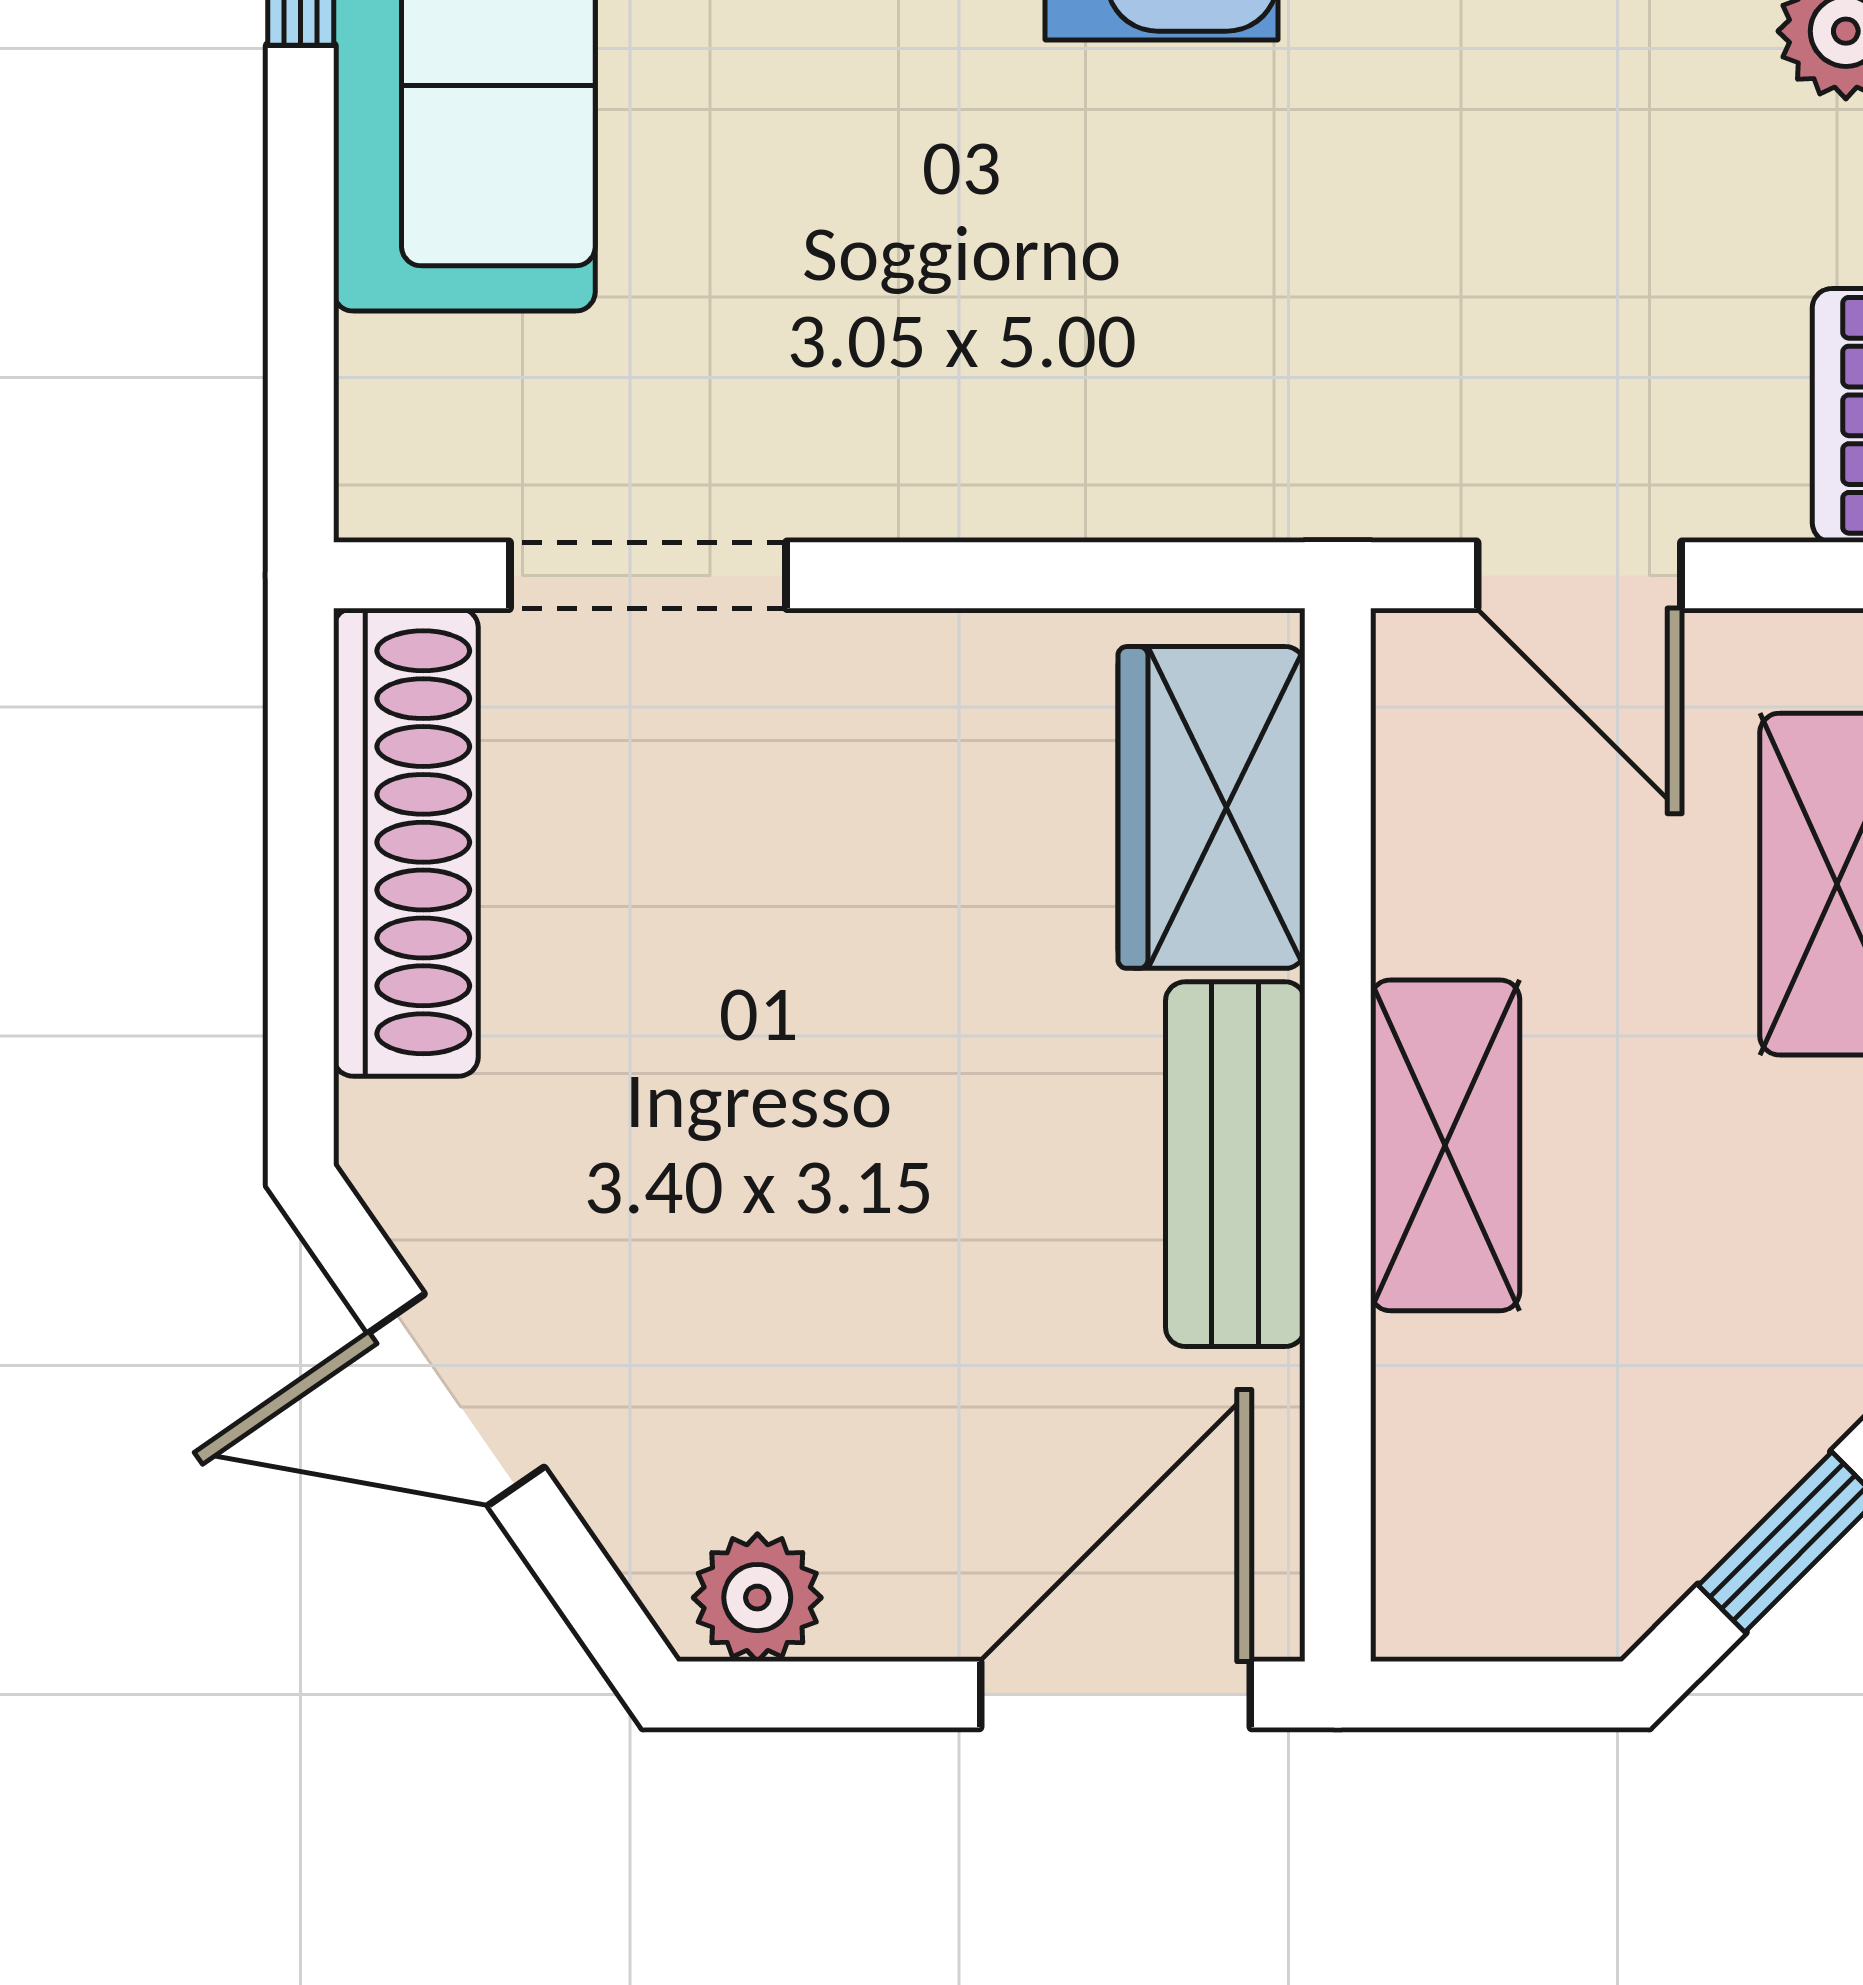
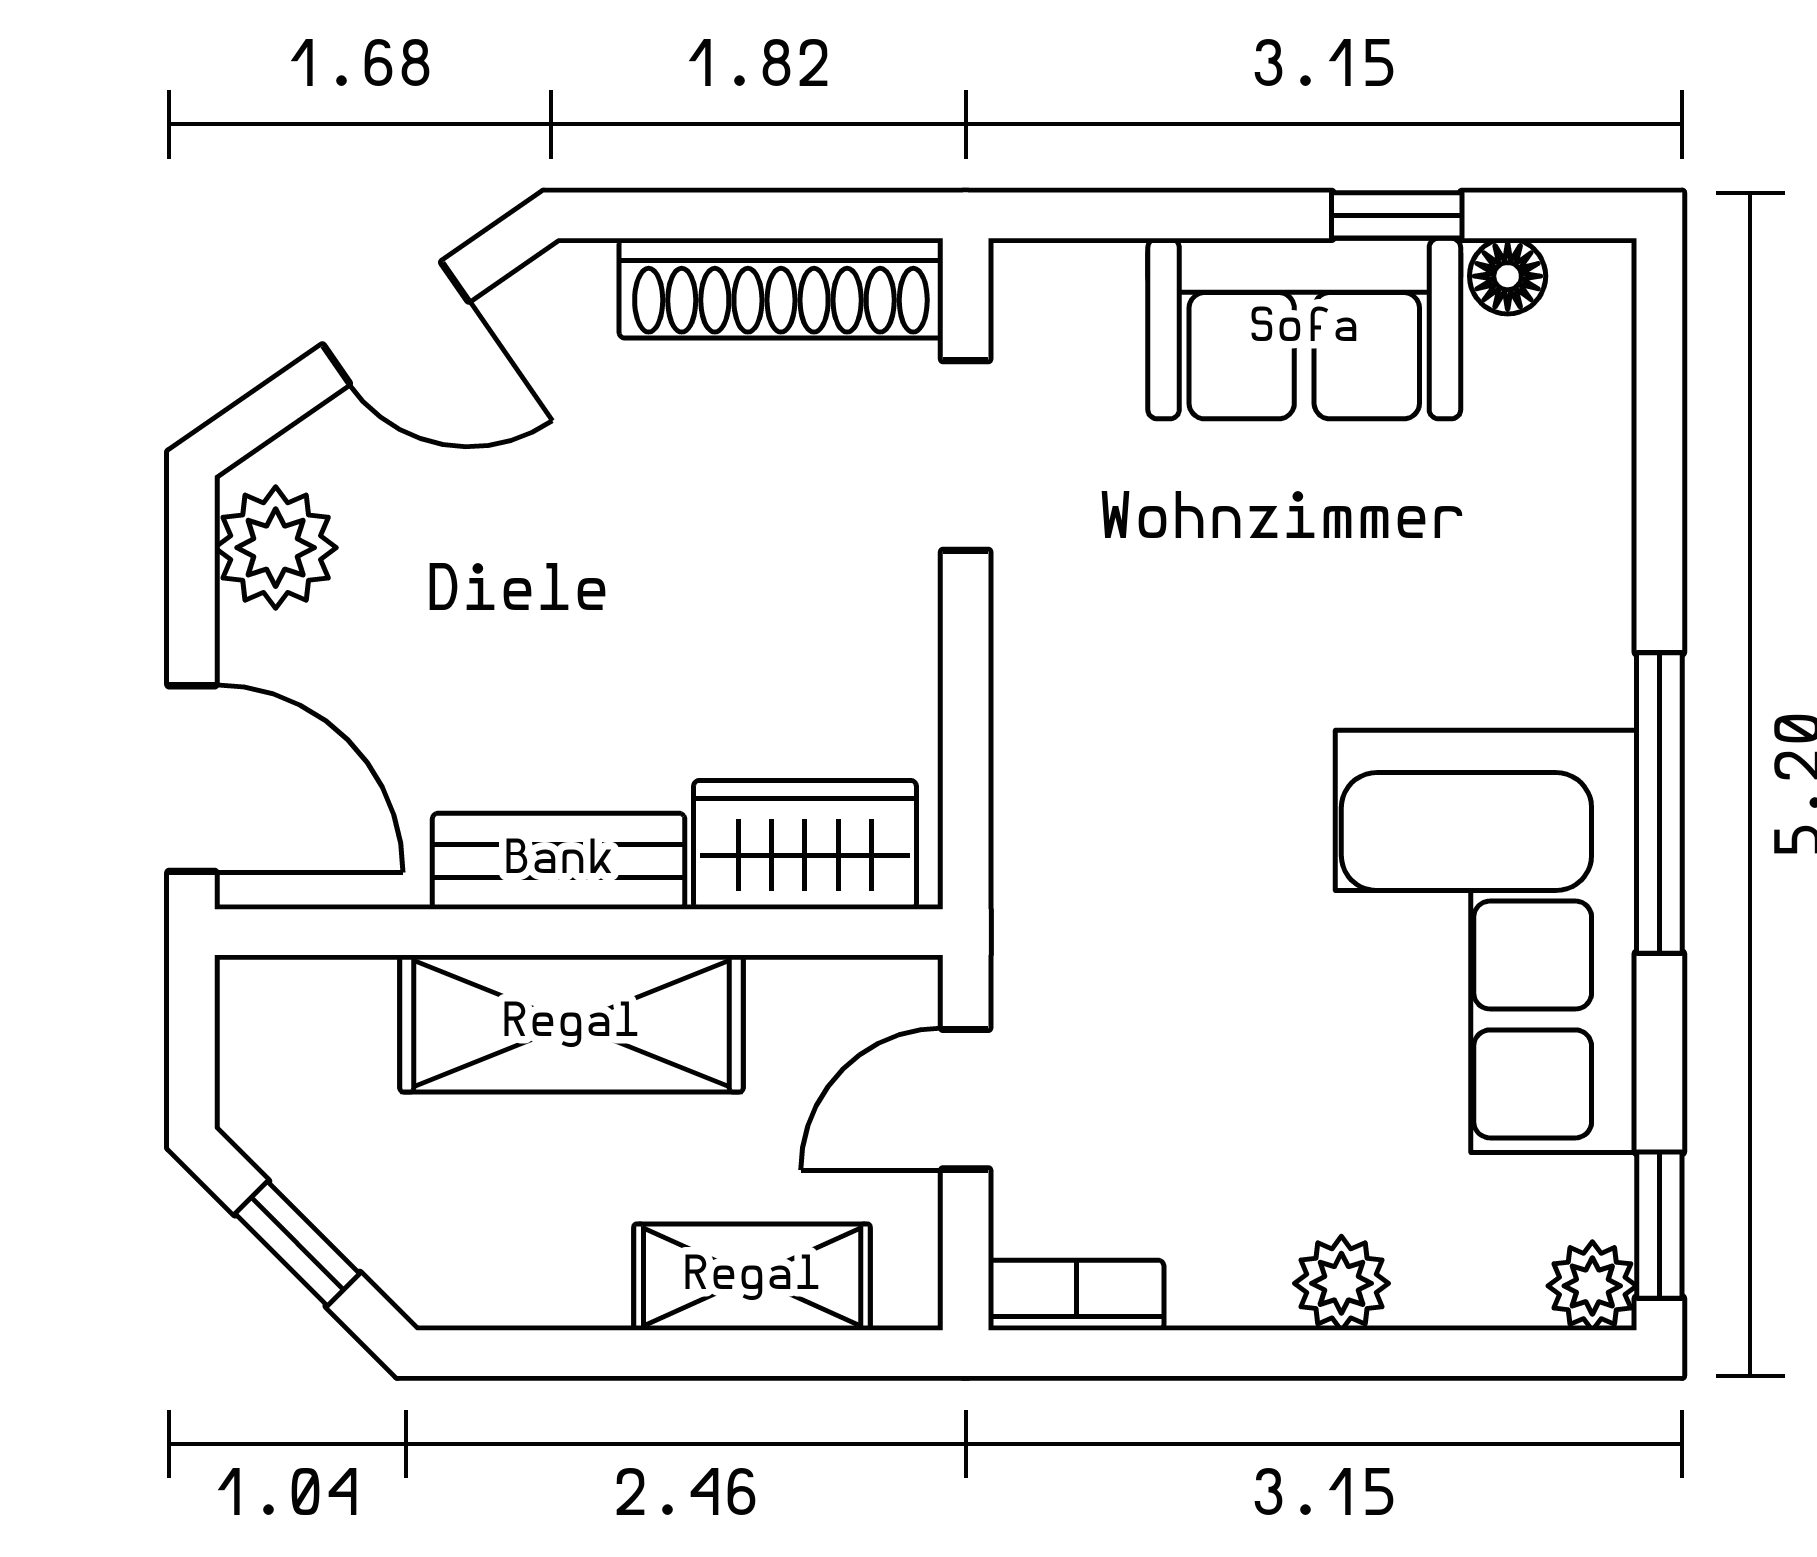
shelving: (1445, 1145) -> (571, 1024), width x1.50, depth x1.33
door: (456, 1400) -> (396, 323), swing flipped
plant: (757, 1598) -> (276, 548), width x1.38, depth x1.38

